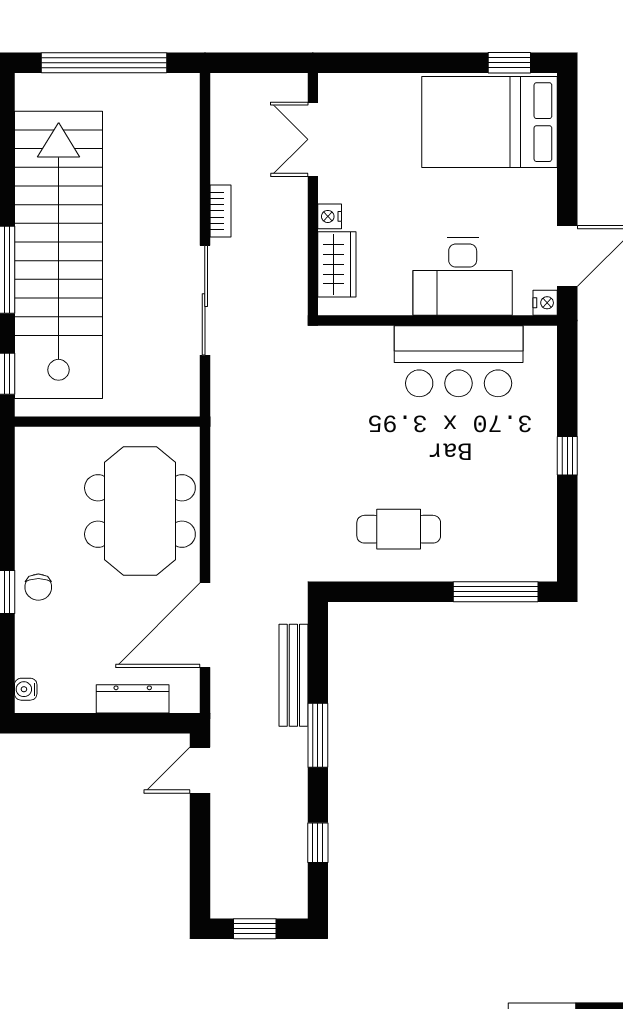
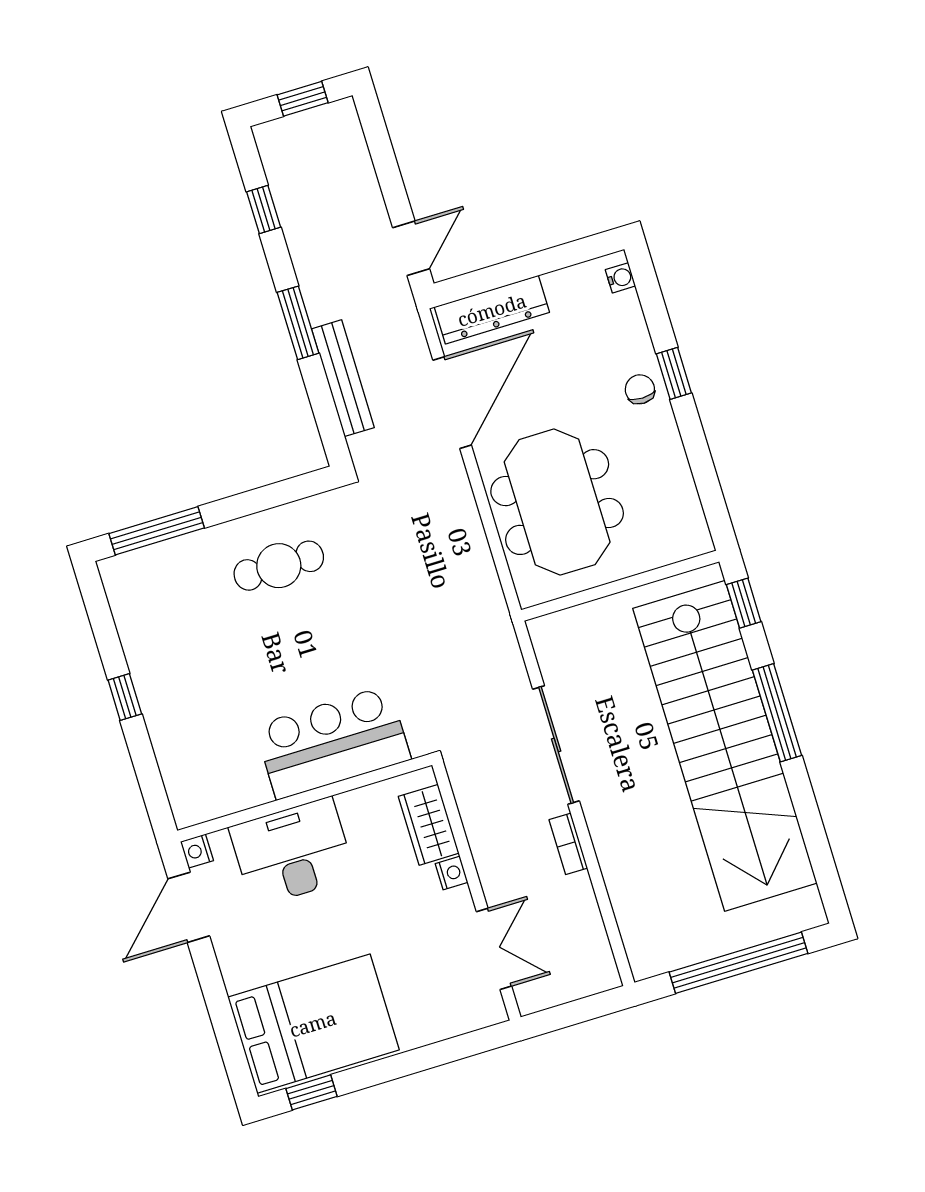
bar counter: (459, 361) -> (333, 743), moved
dresser: (133, 699) -> (492, 310), width x1.37, depth x1.24

